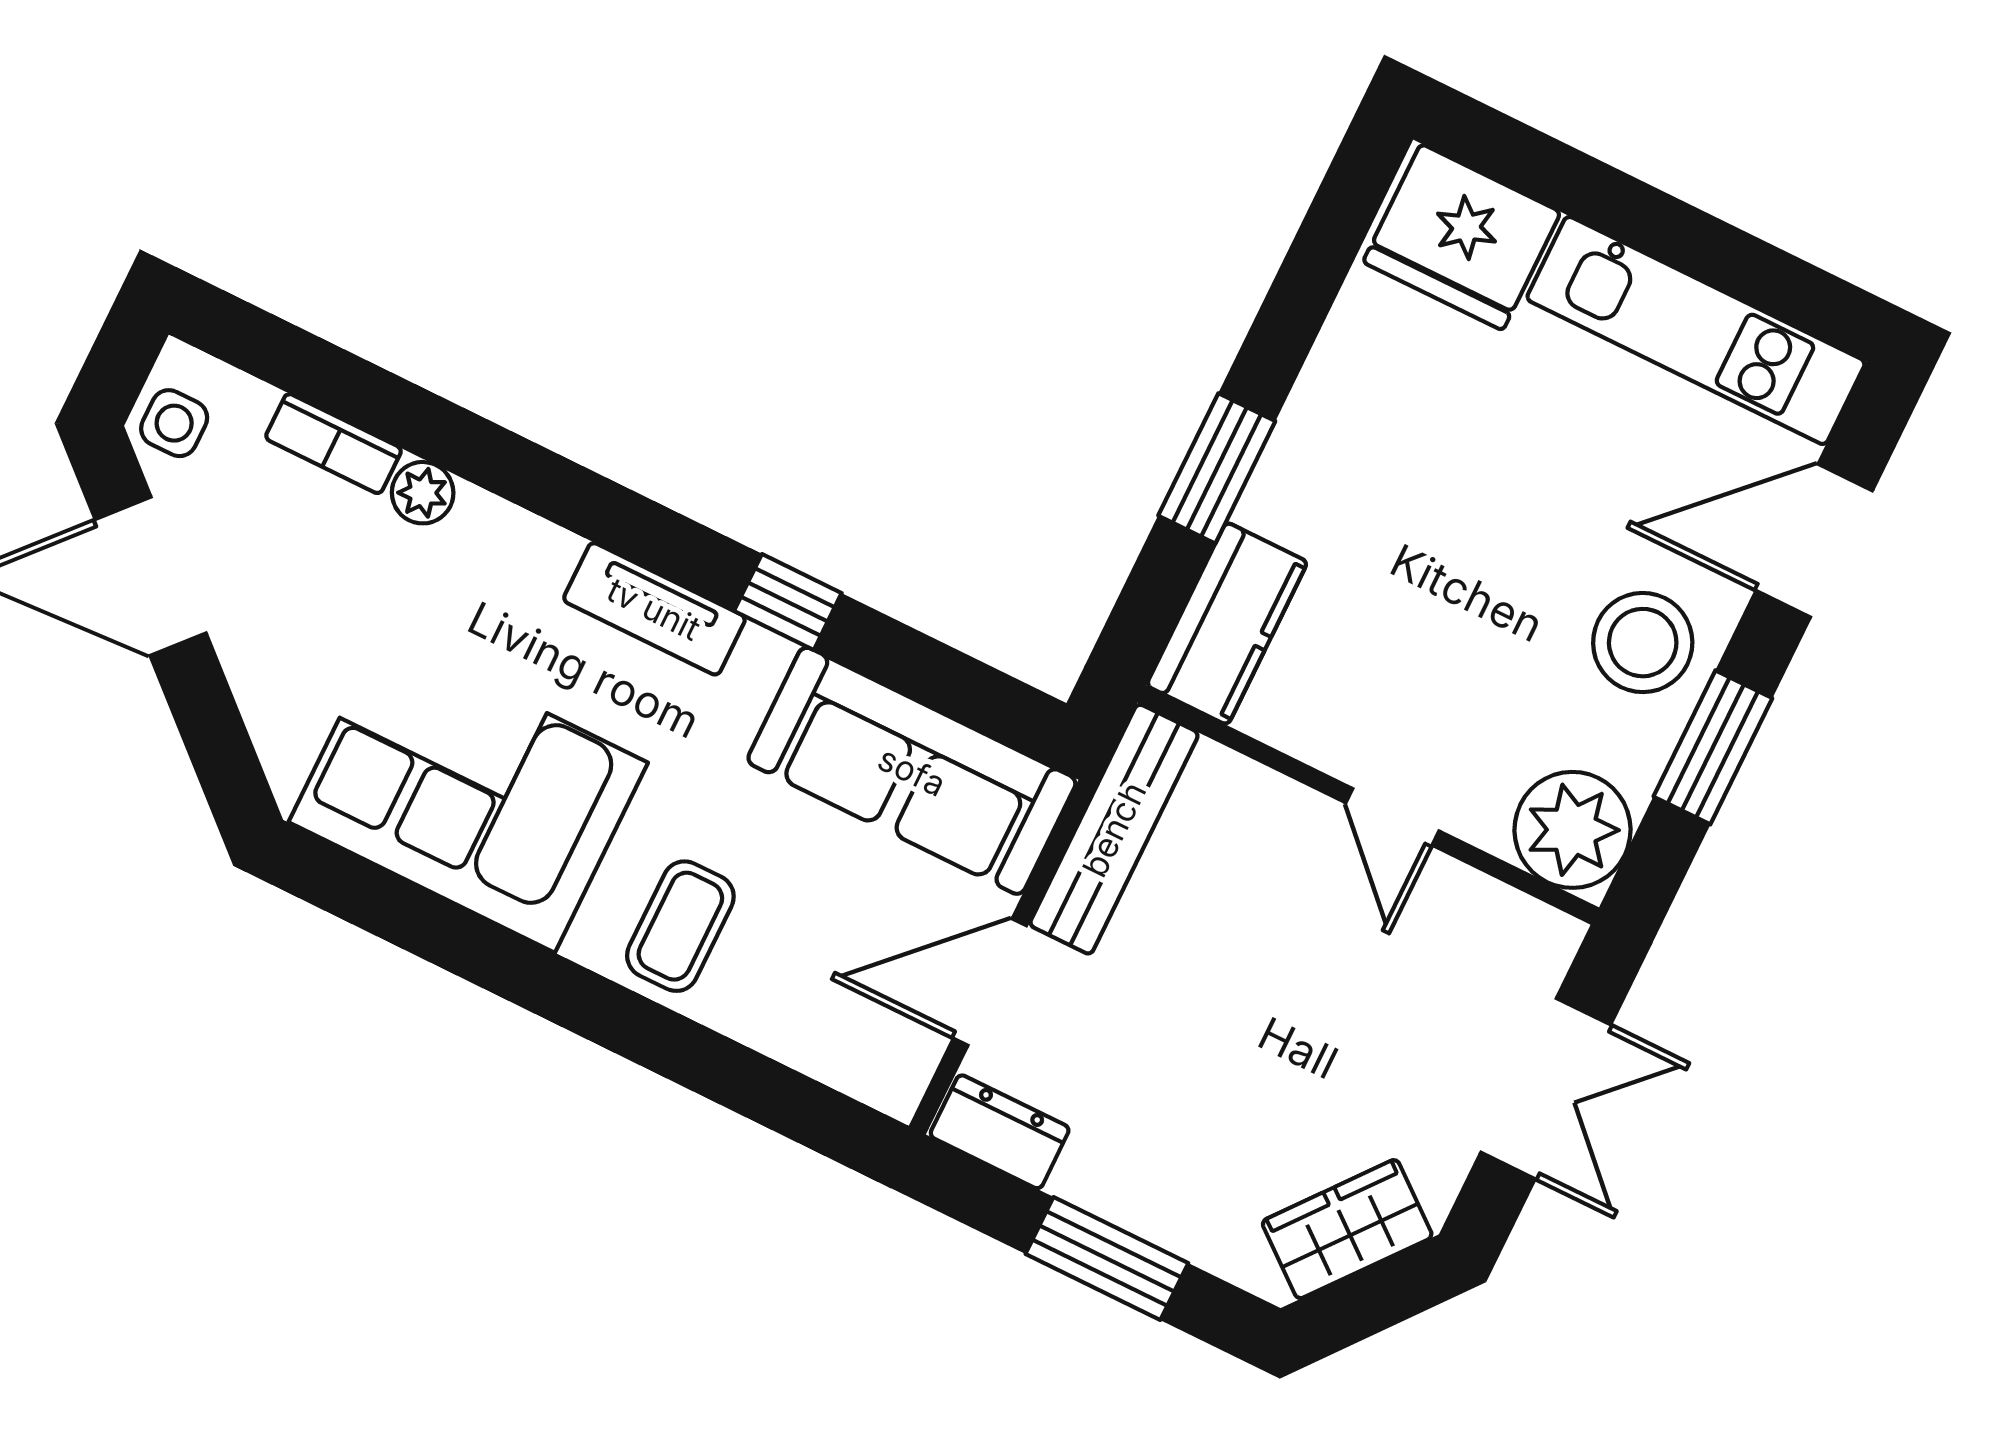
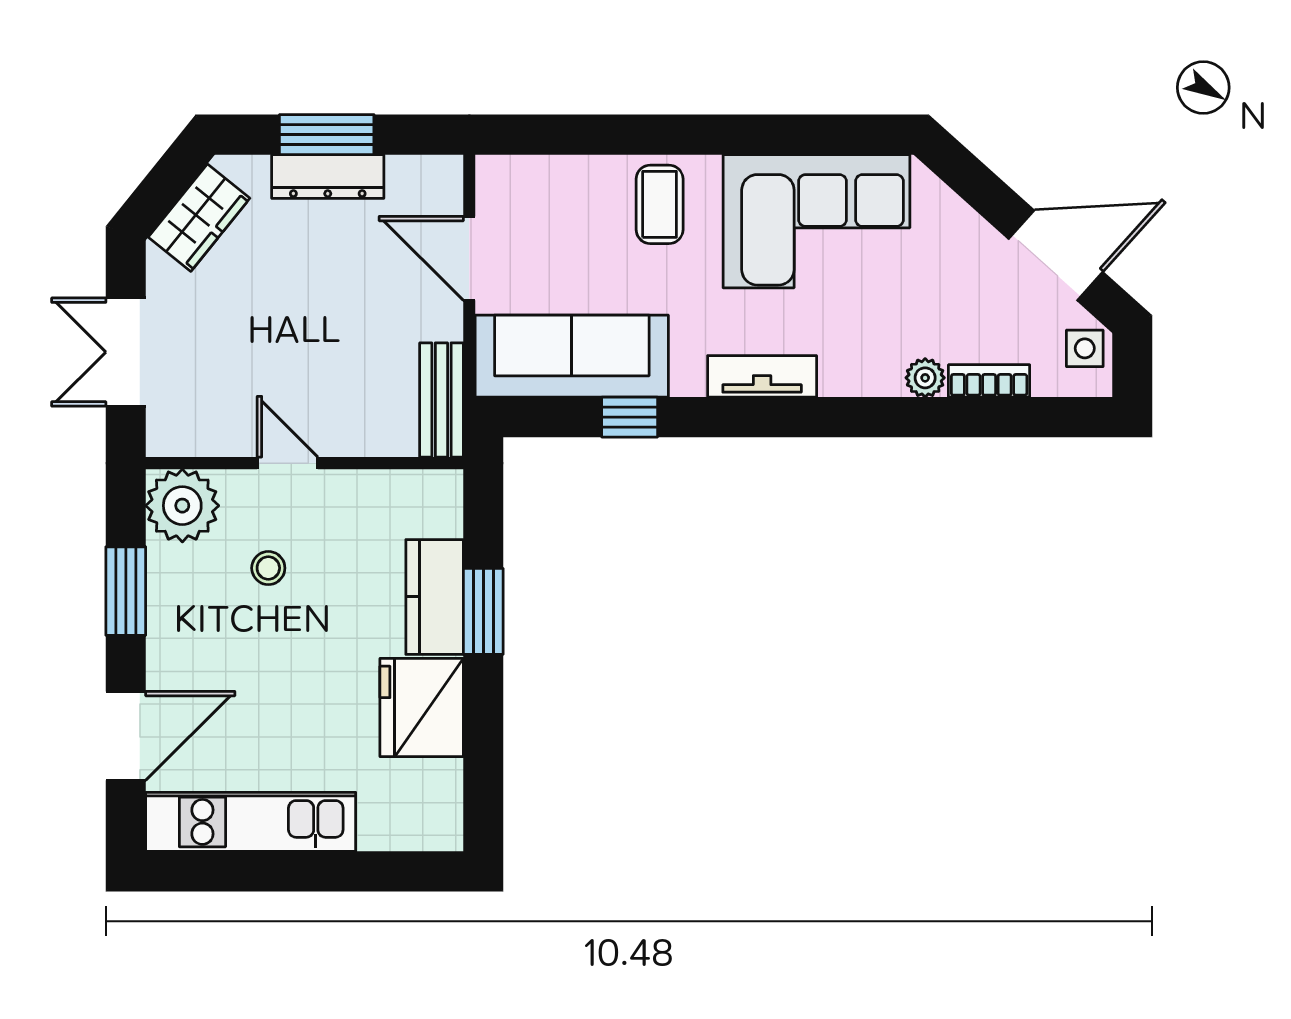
fridge: (1462, 237) -> (422, 708), moved, turned -90
window: (788, 602) -> (630, 417), moved
kitchen counter: (1227, 624) -> (435, 597), moved
stool: (1643, 643) -> (268, 568), moved, width x0.53, depth x0.53
bench: (1114, 829) -> (441, 400), width x0.73
door: (990, 982) -> (469, 258), swing flipped
dresser: (1000, 1132) -> (328, 176), moved, width x1.44

